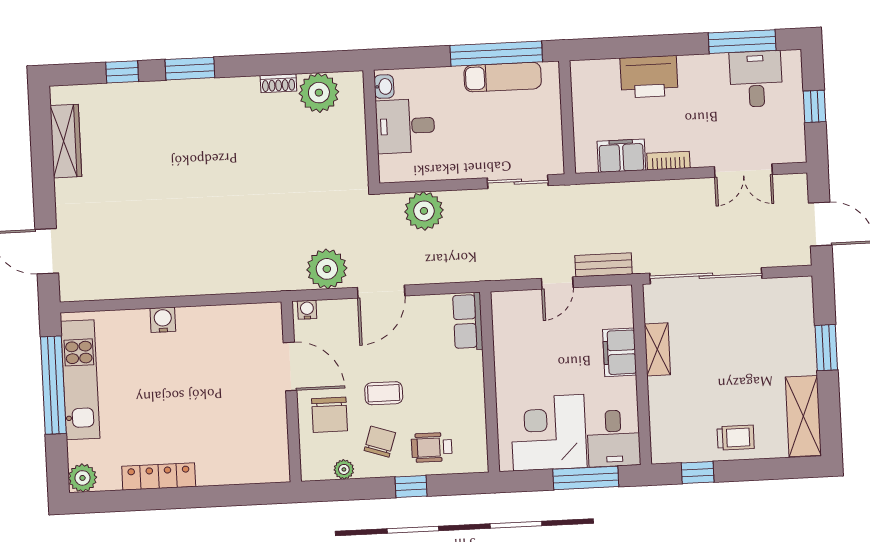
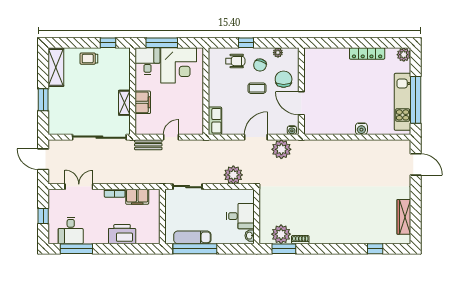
window: (190, 69) -> (284, 249), moved

